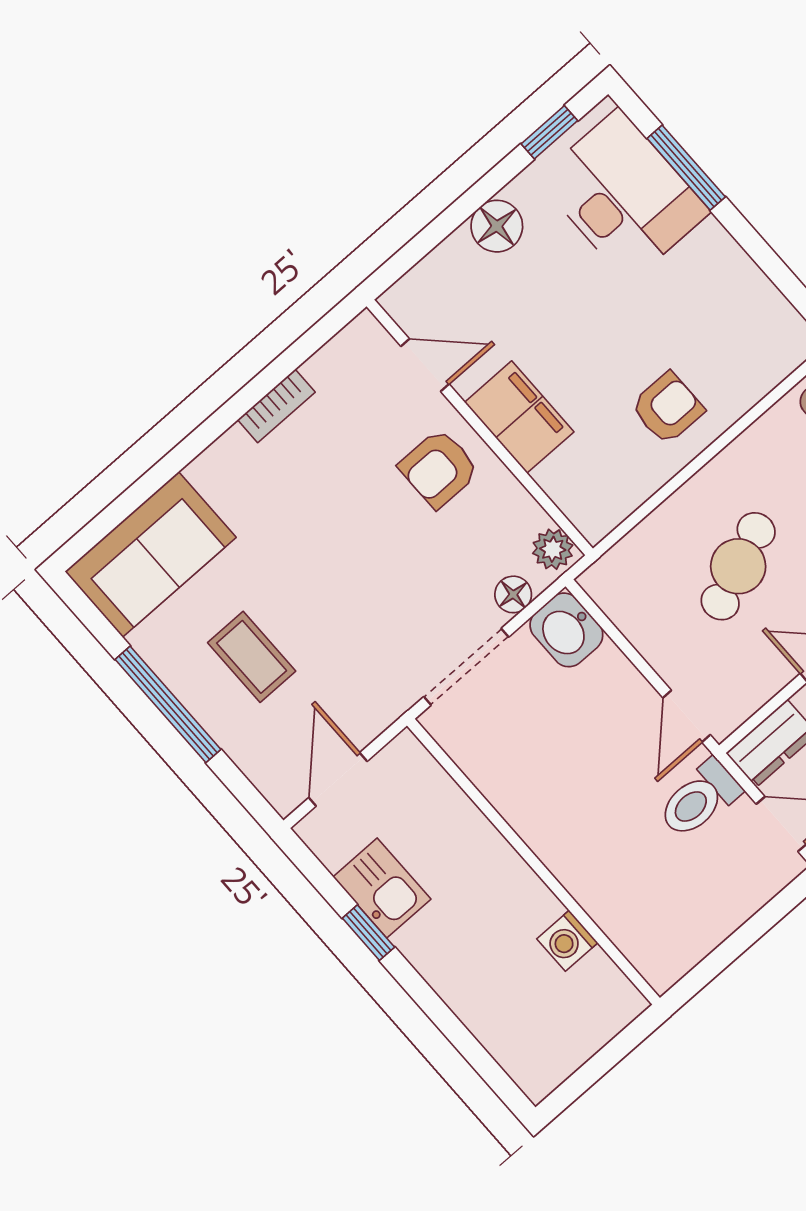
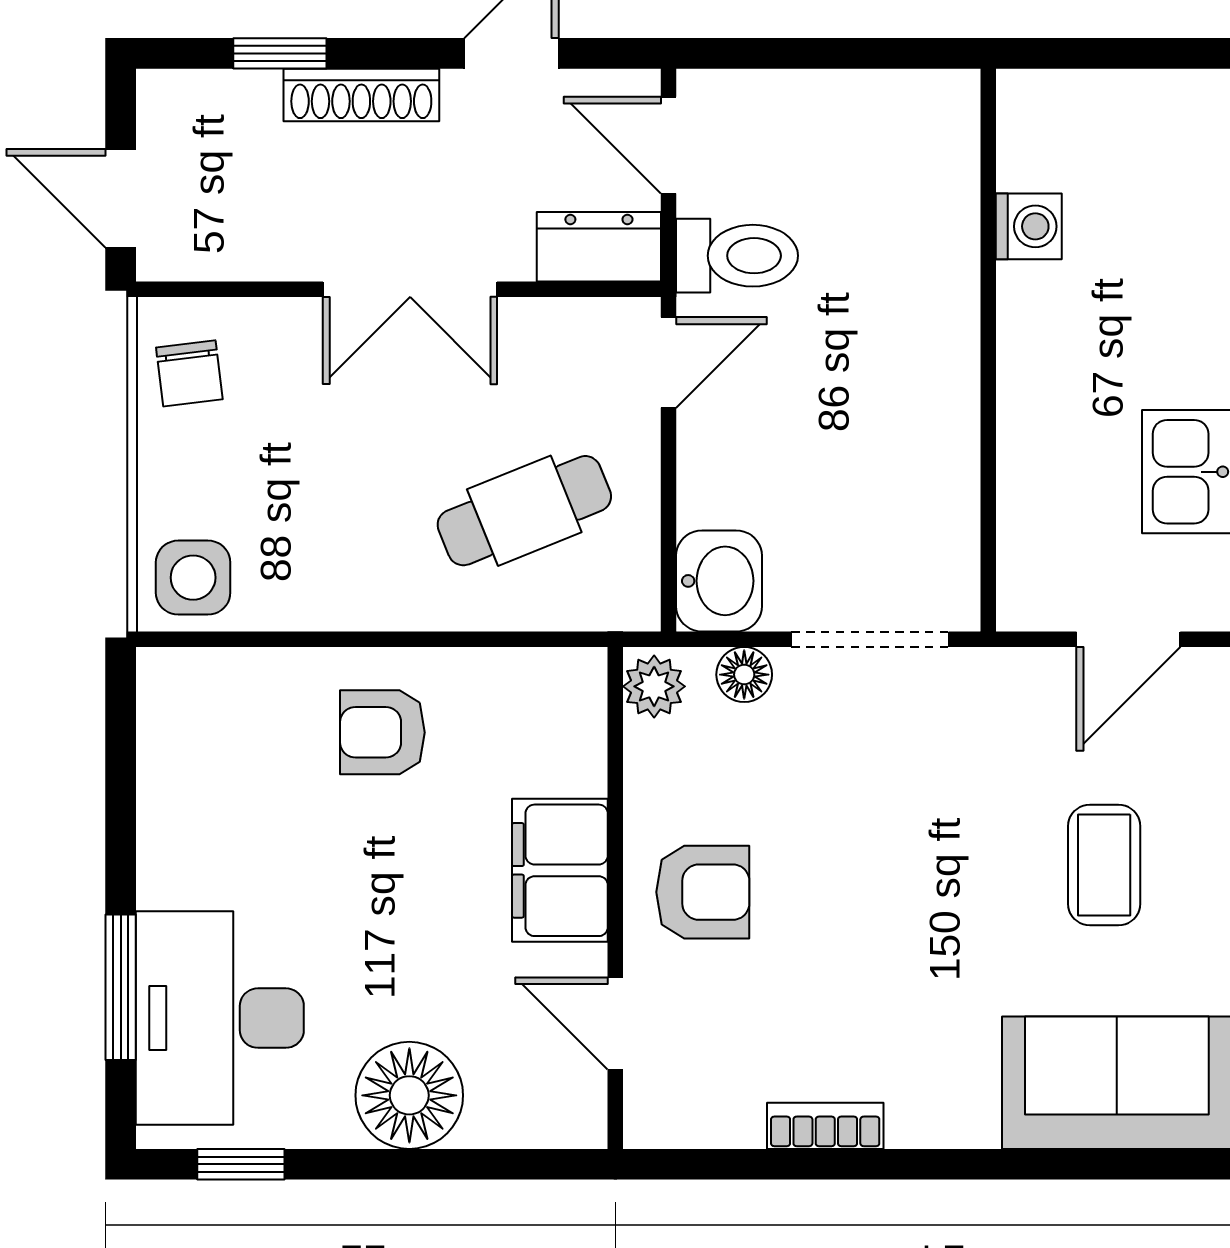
floor lamp: (497, 226) -> (409, 1095), width x1.38, depth x1.38
cafe table: (738, 566) -> (524, 511), moved

